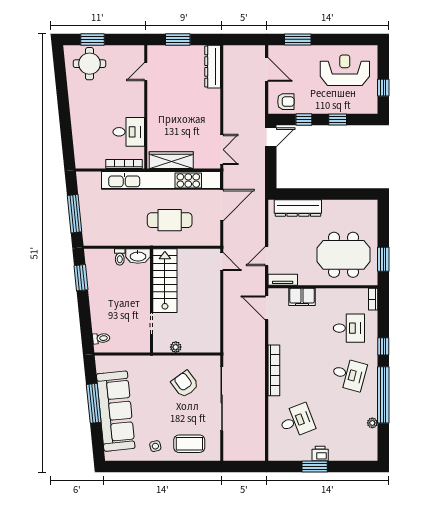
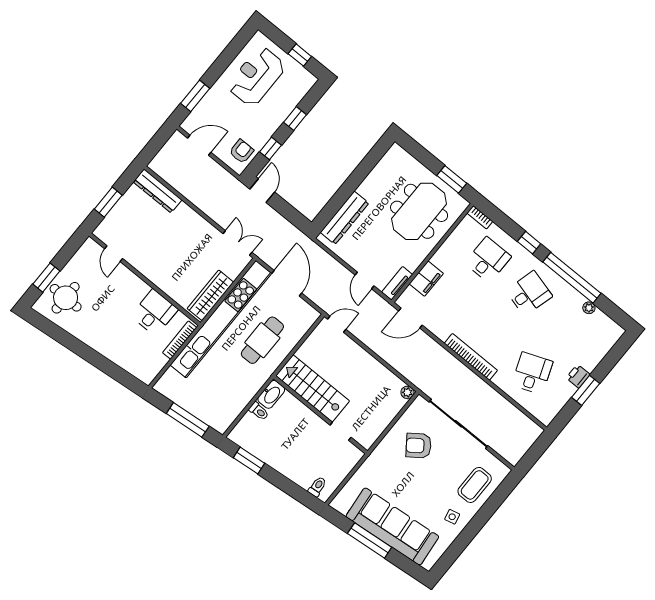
plant: (176, 347) -> (407, 392), moved

